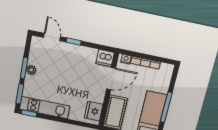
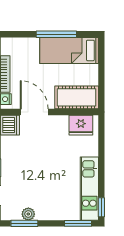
window: (24, 68) -> (24, 223), moved
plant: (31, 70) -> (28, 214), moved

